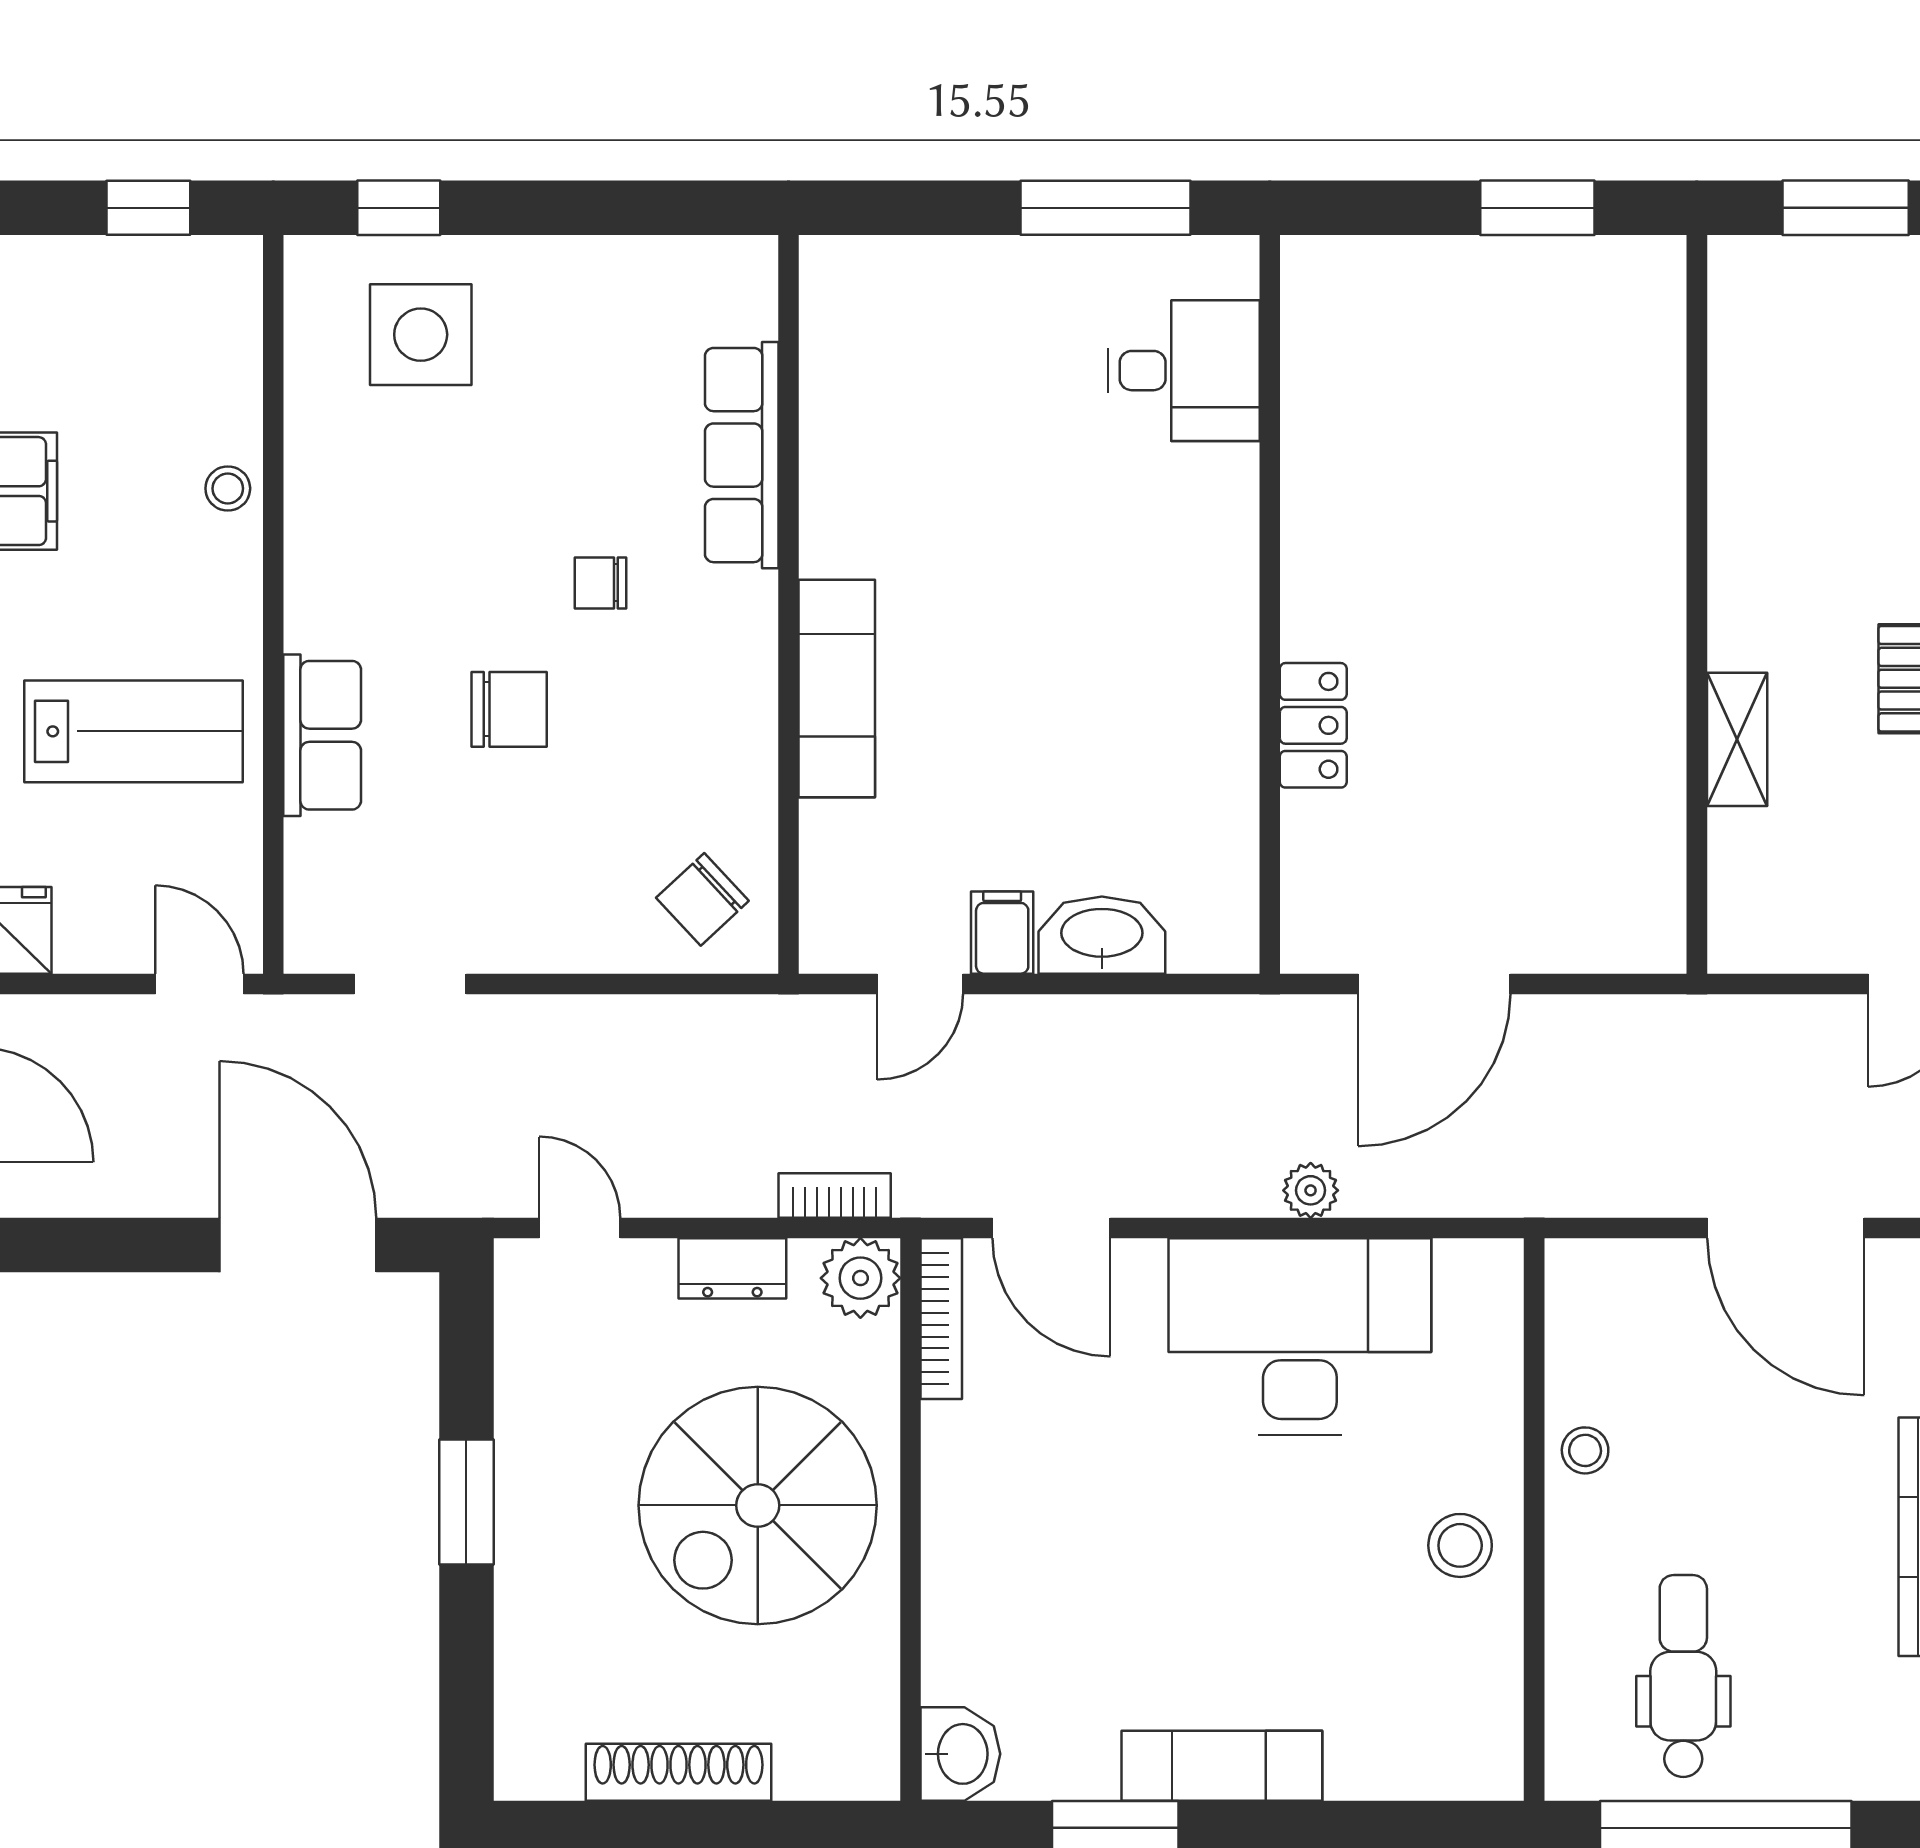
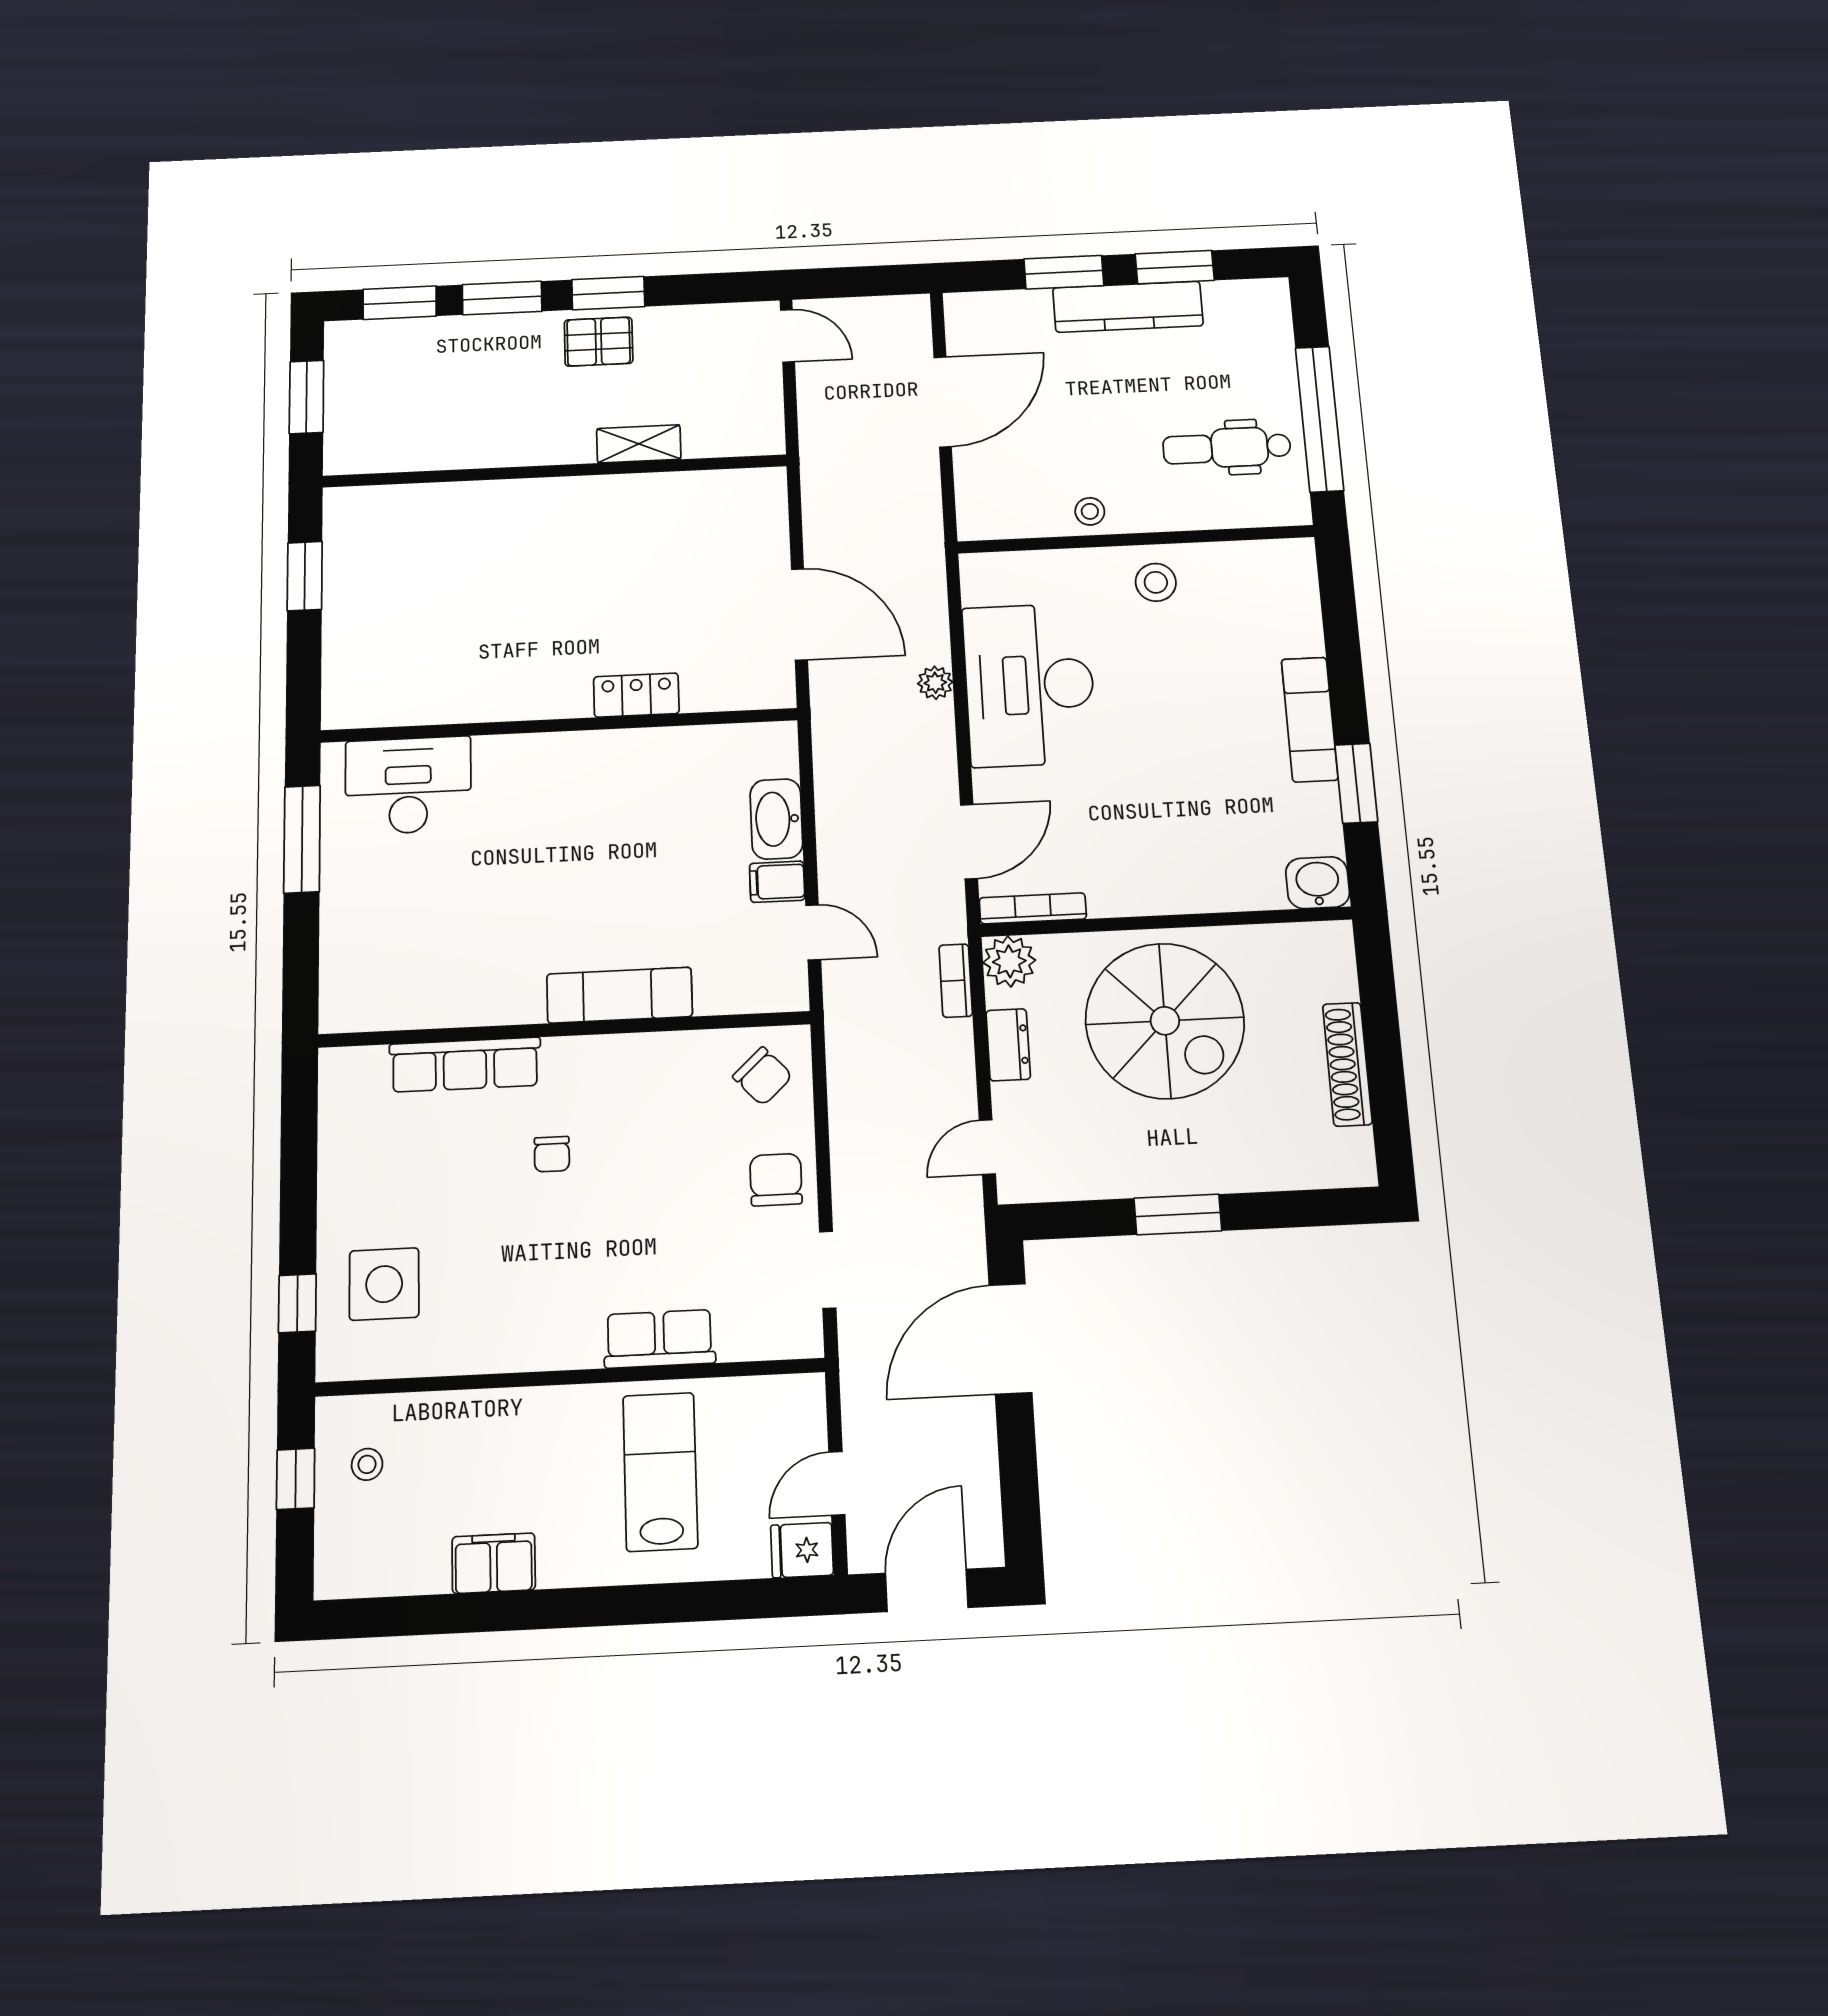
desk: (1184, 371) -> (408, 785), width x1.37
stool: (228, 488) -> (367, 1464), moved
chair: (509, 709) -> (776, 1180), moved
door: (199, 984) -> (837, 1483), moved

